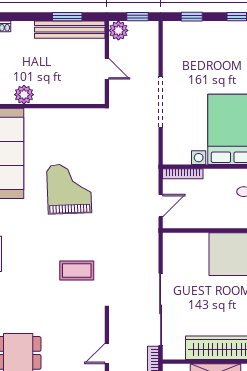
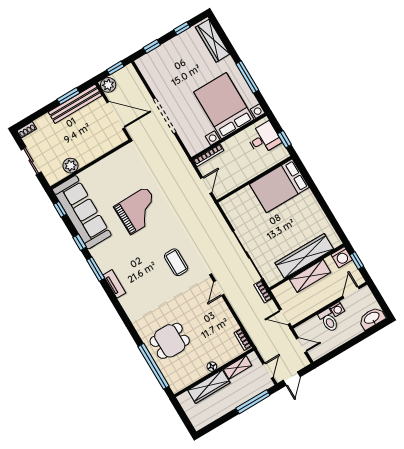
door: (107, 69) -> (116, 115), width x1.87
grand piano: (69, 189) -> (138, 211), turned 91
coffee table: (77, 271) -> (176, 262), turned 90
door: (107, 354) -> (219, 288), moved

